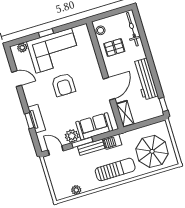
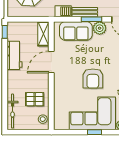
workbench: (145, 79) -> (14, 55), width x0.73
armchair: (64, 85) -> (93, 78), turned 180

